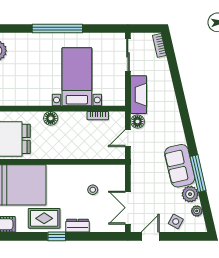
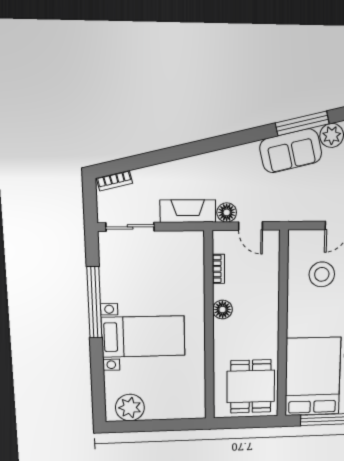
window: (57, 29) -> (94, 302), moved
bed with nightstands: (77, 77) -> (143, 336), moved, turned 180
floor lamp: (51, 118) -> (223, 310), moved
stool: (93, 190) -> (322, 274), width x1.89, depth x1.89

